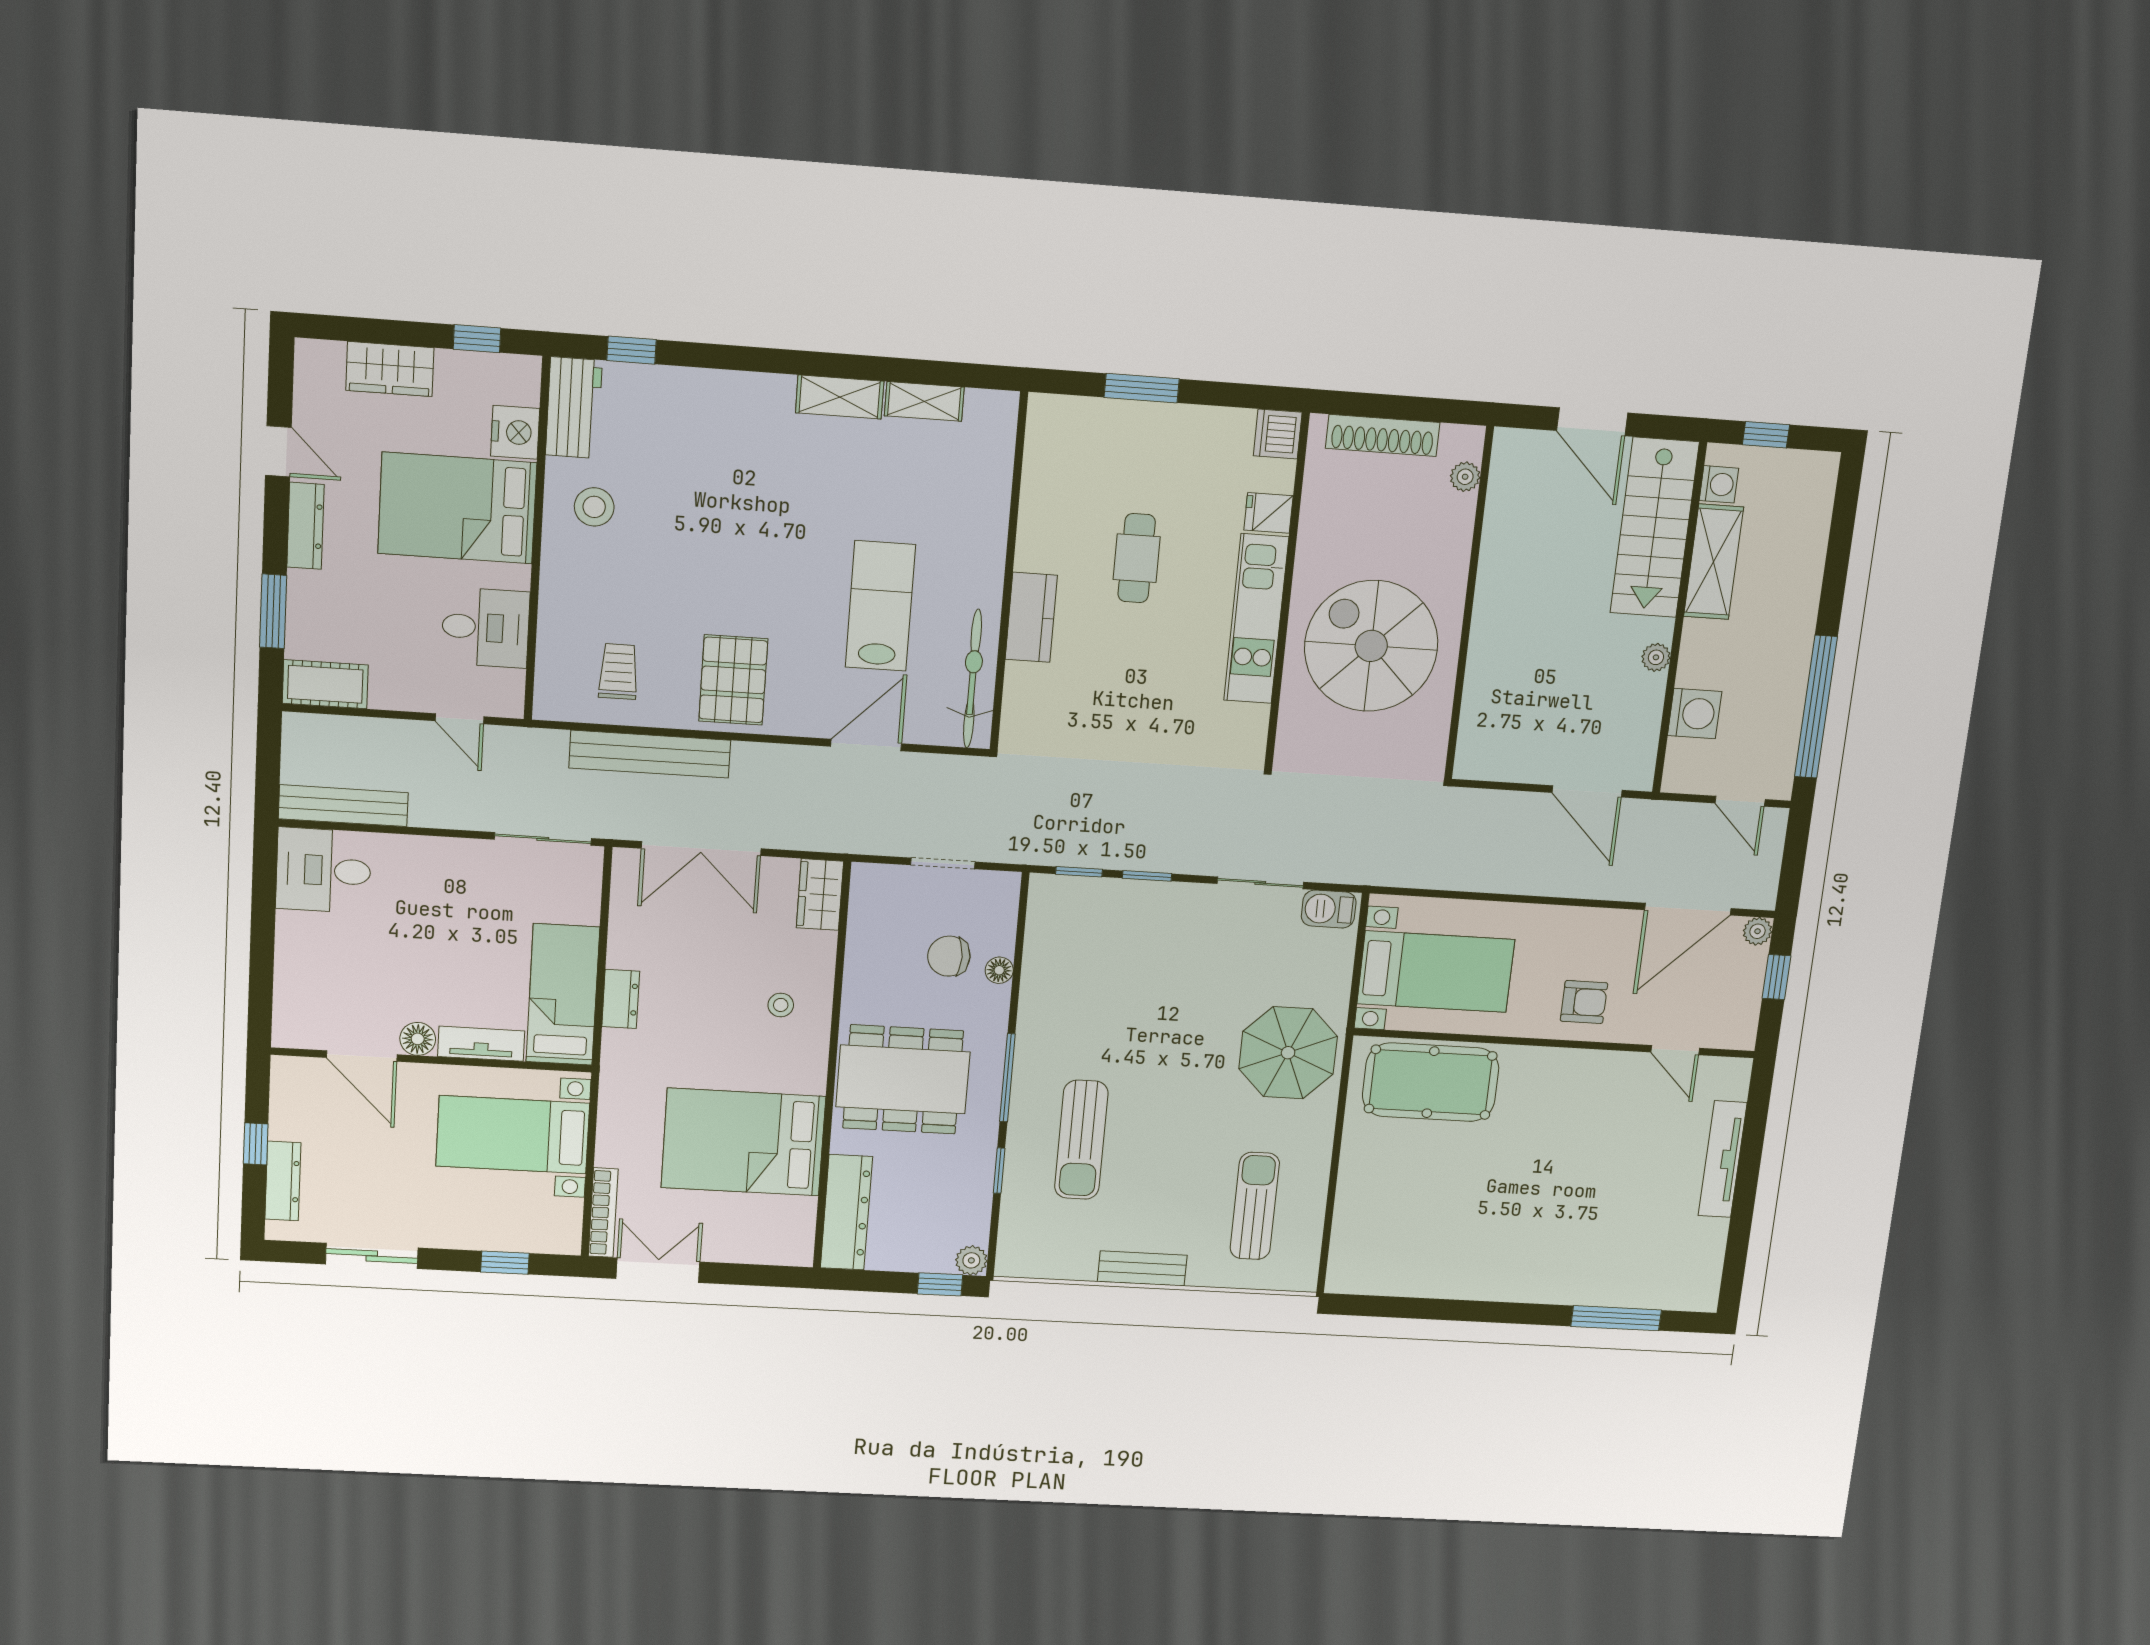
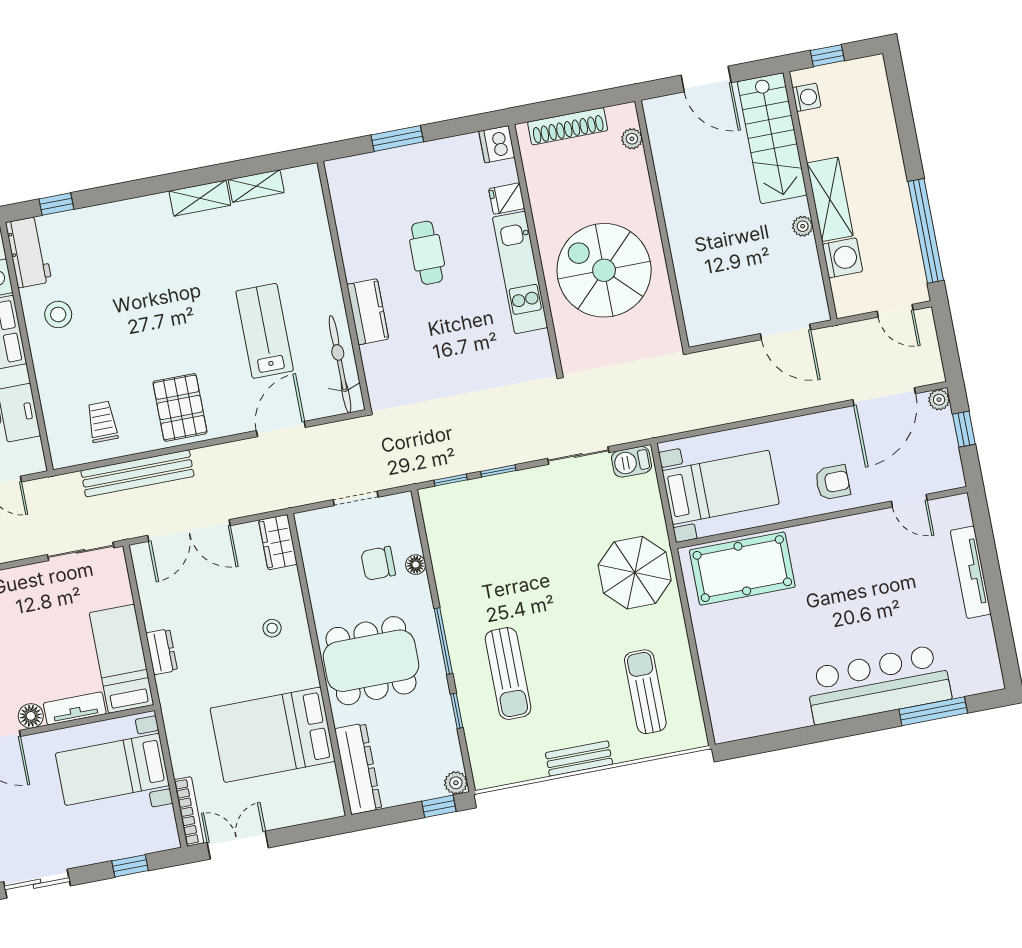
shelving: (1714, 562) -> (830, 199), moved
bar counter: (1558, 1269) -> (878, 684), added

